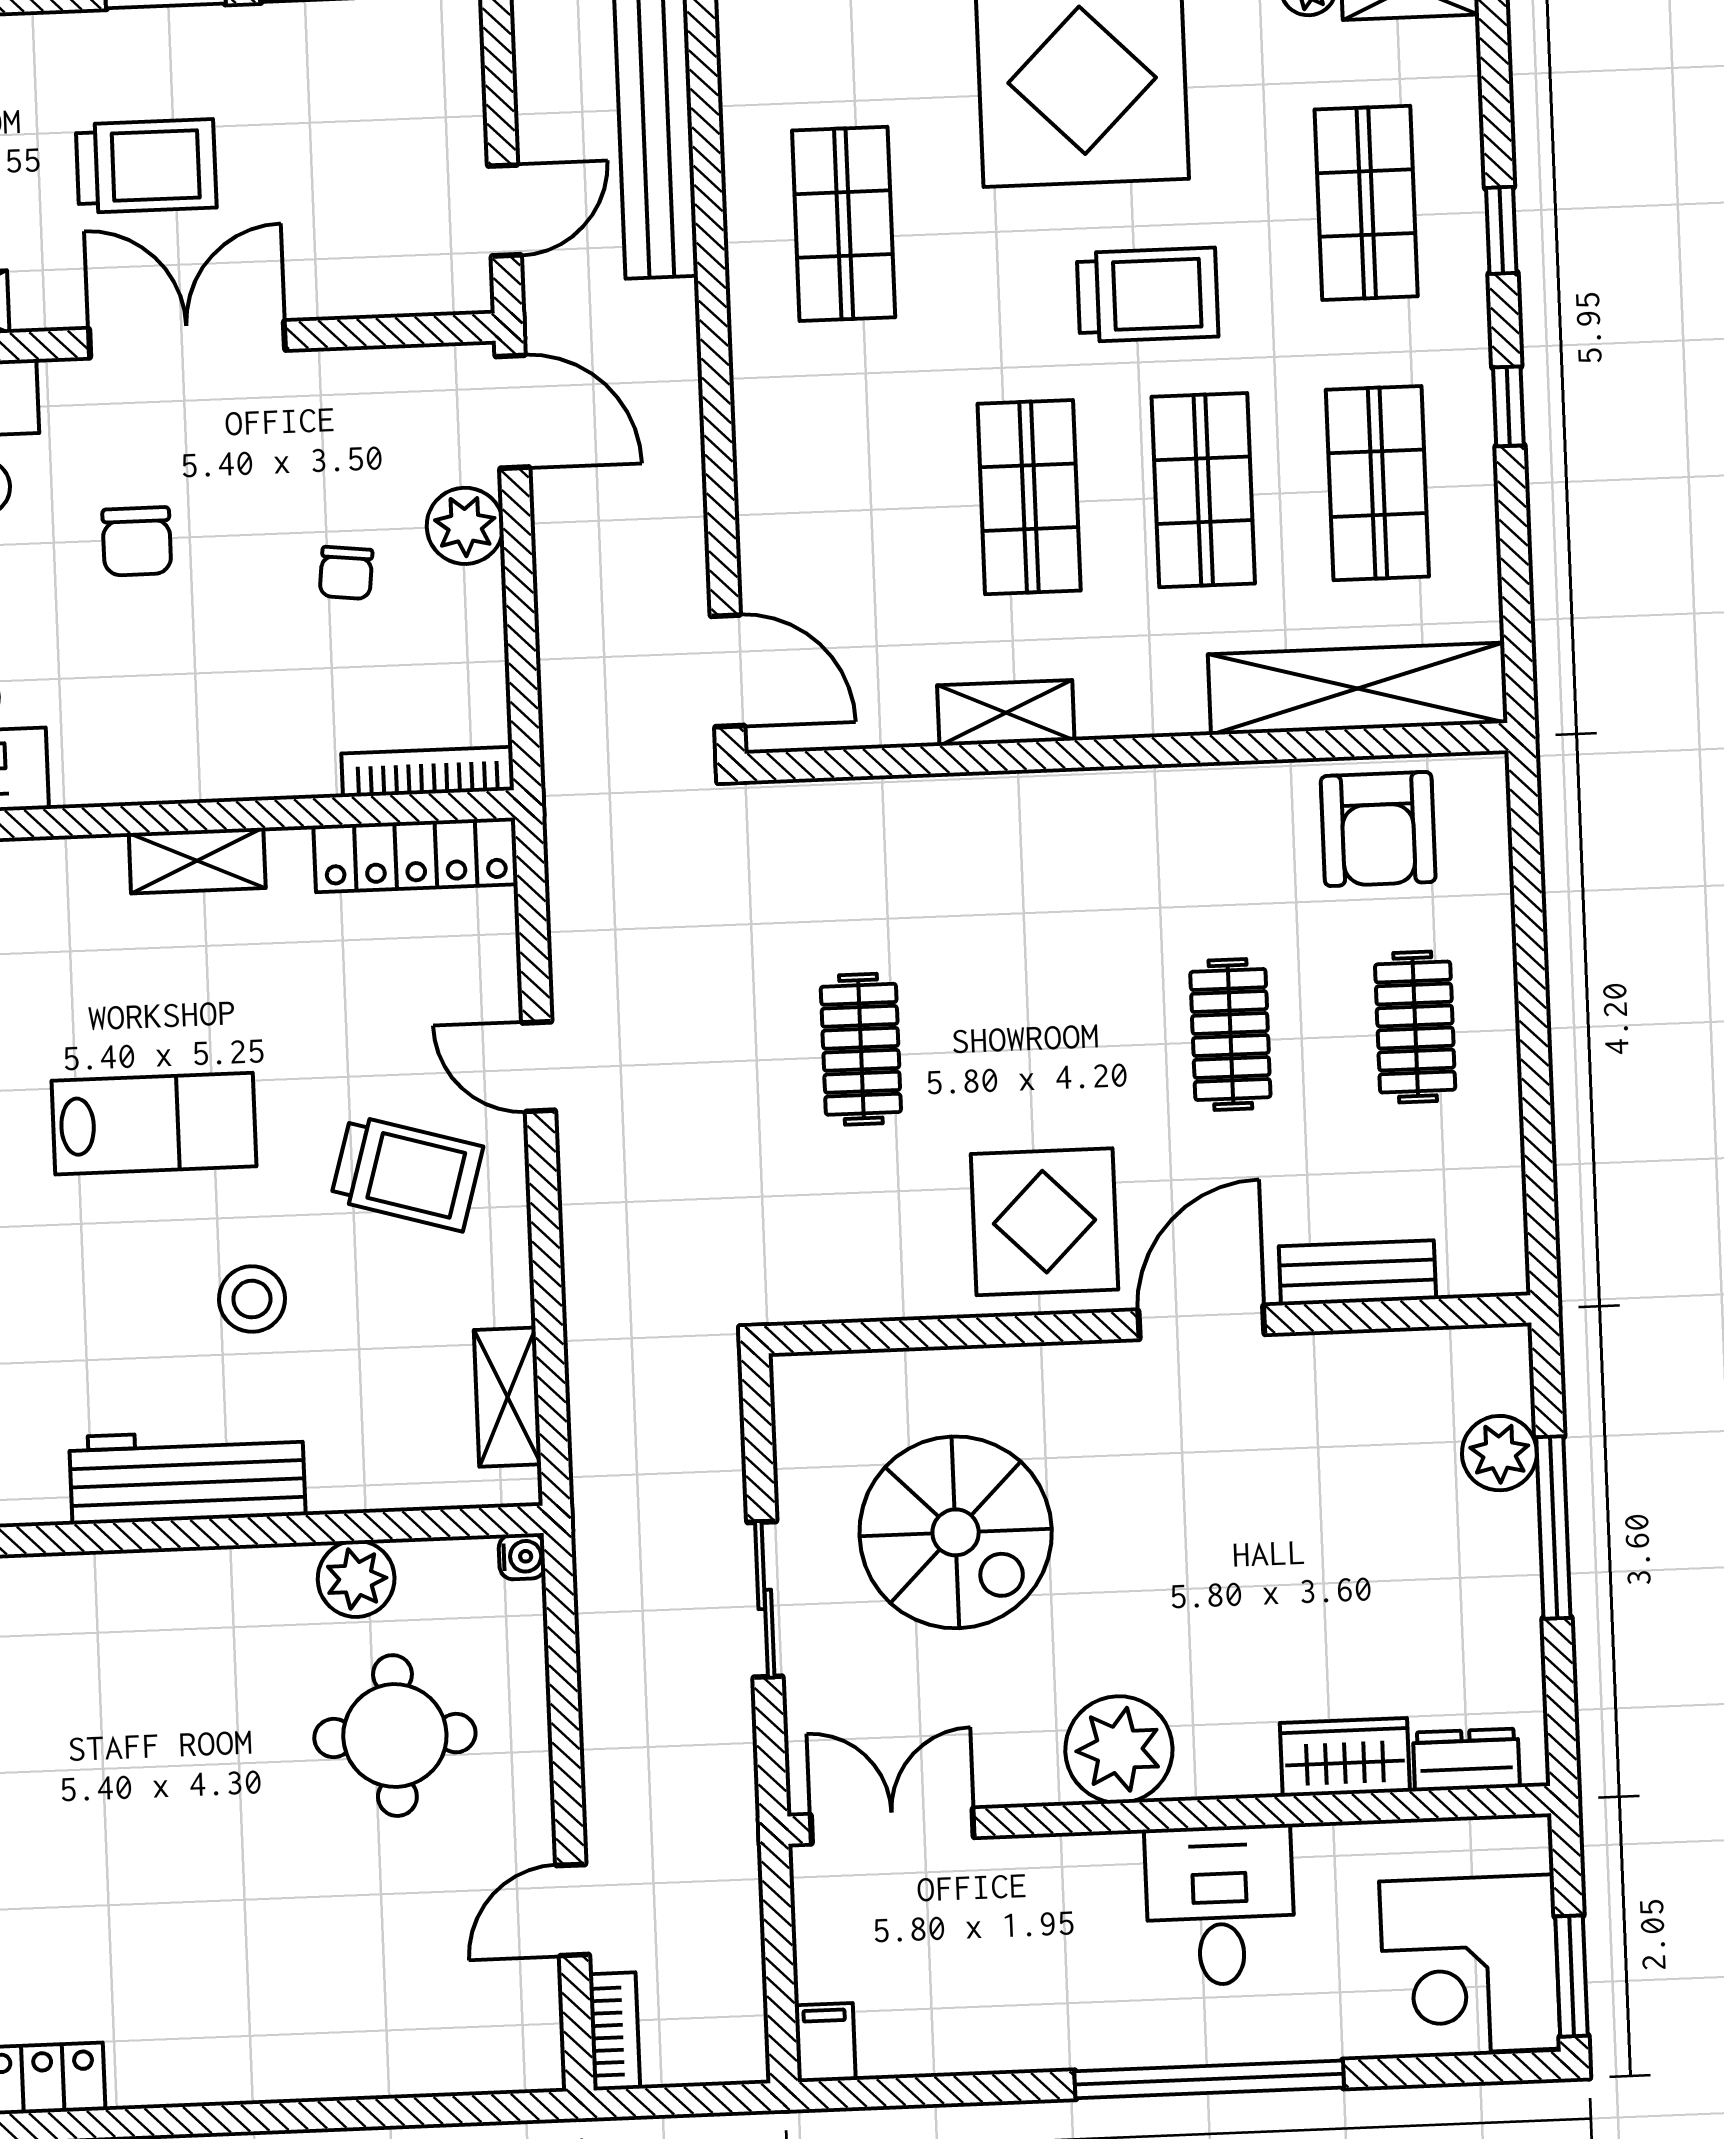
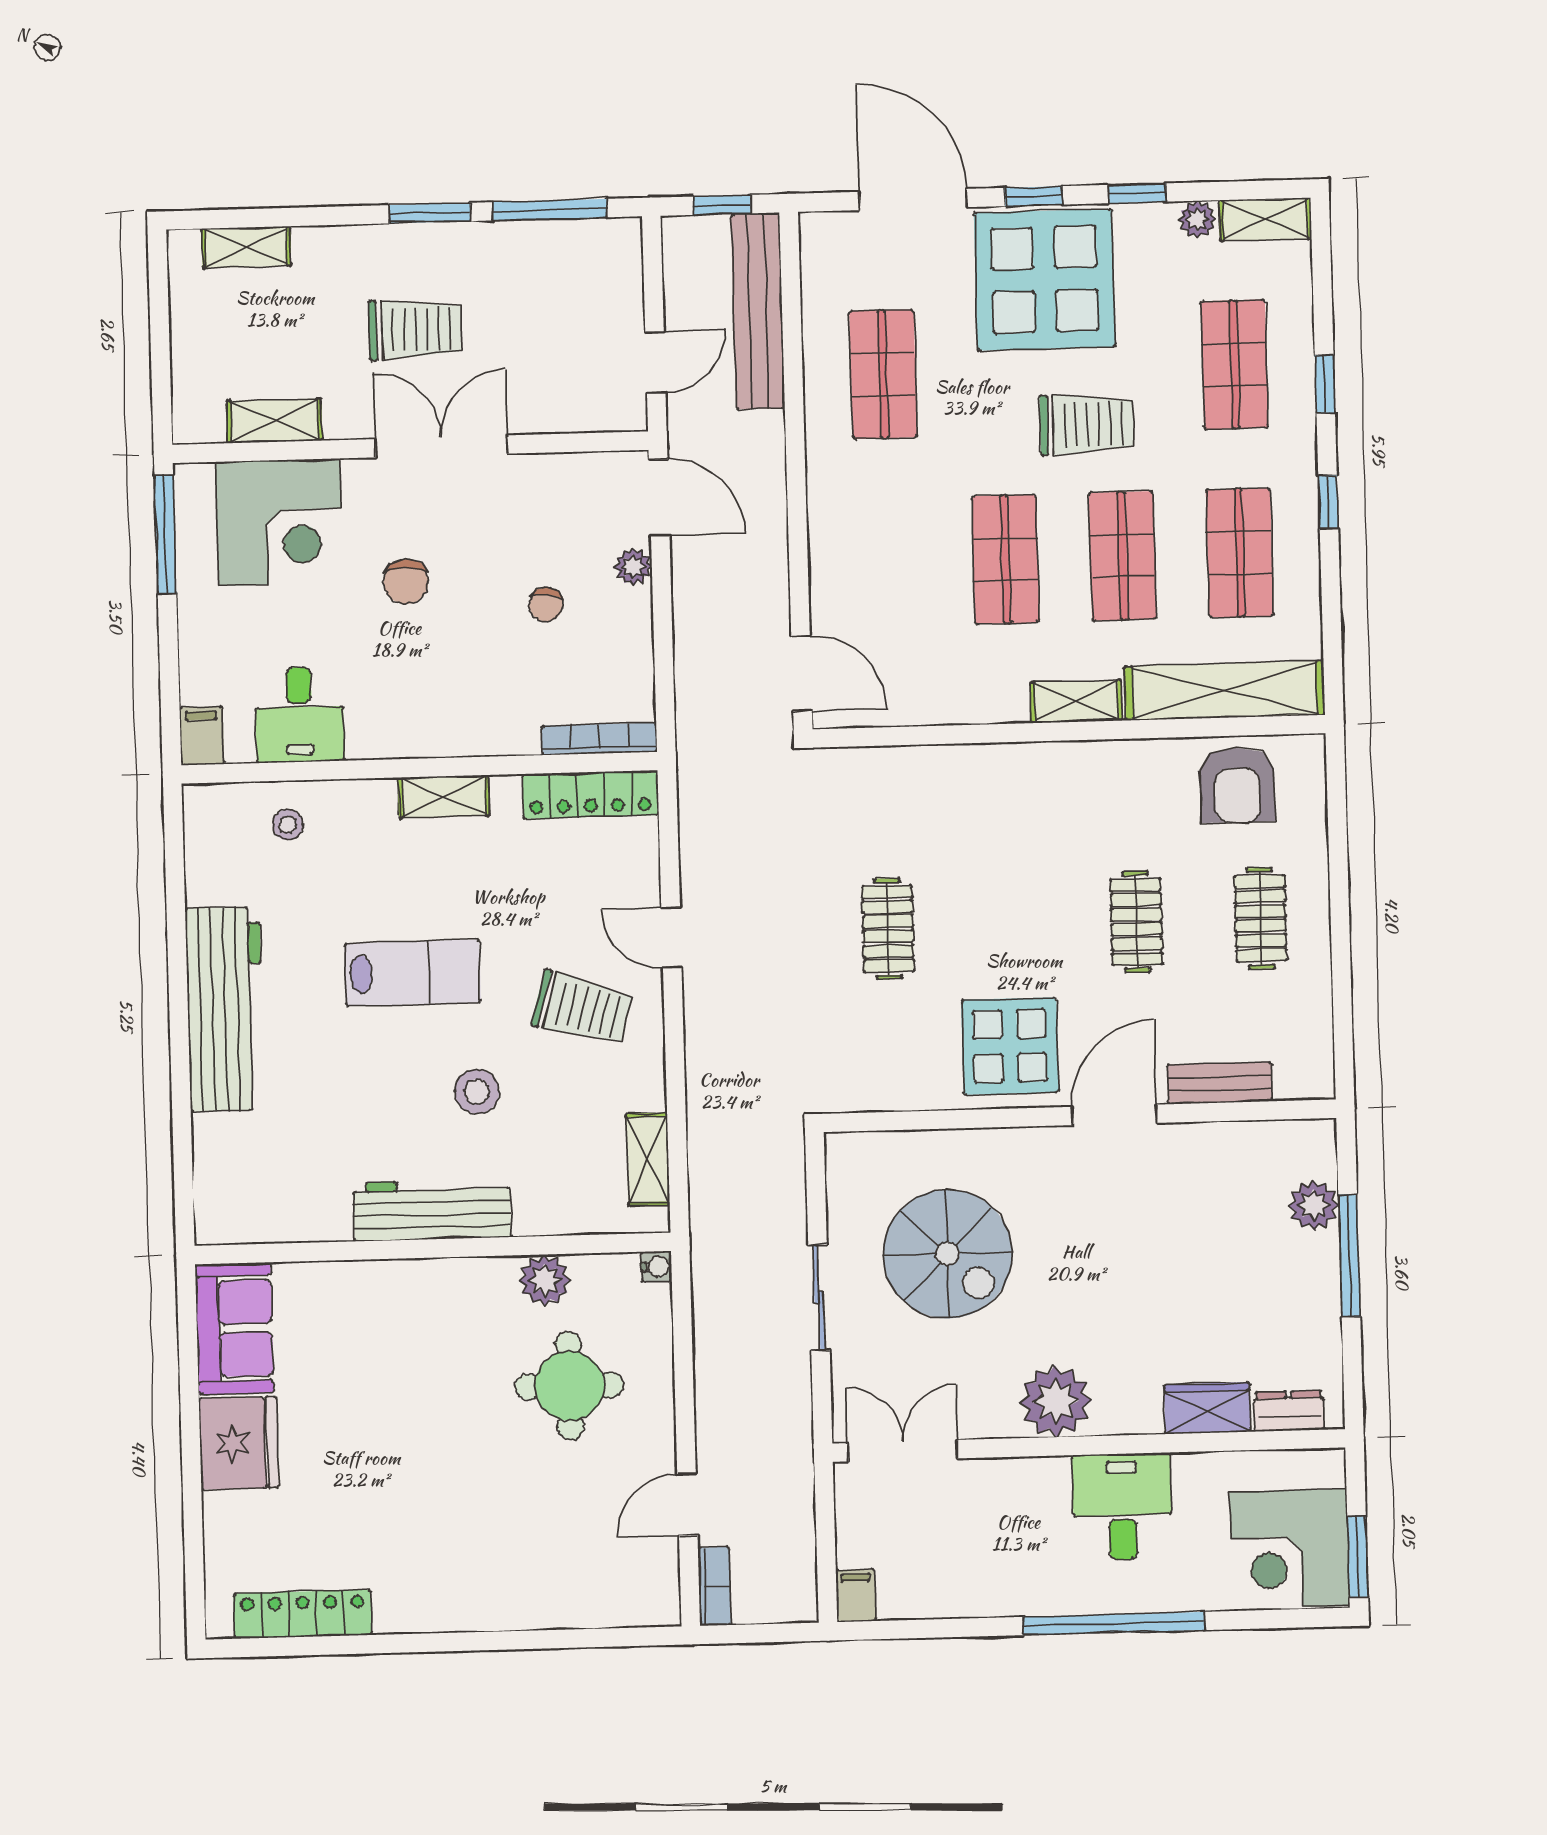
plant: (465, 526) -> (633, 567), width x0.73, depth x0.73
shelving: (1006, 713) -> (1076, 701), moved

